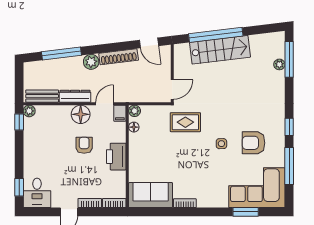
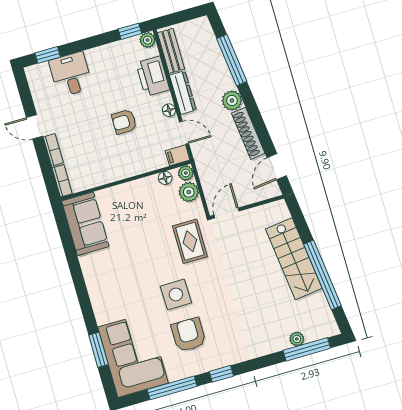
window: (216, 35) -> (322, 275), moved
door: (172, 89) -> (227, 213), swing flipped
plant: (149, 113) -> (189, 192), added
floor lamp: (81, 114) -> (169, 110), width x0.53, depth x0.53
side table: (221, 144) -> (176, 294), width x1.87, depth x1.87
armchair: (84, 145) -> (124, 122), turned 180
printer: (116, 157) -> (153, 76), moved, turned -90
desk: (37, 193) -> (71, 74), moved, turned 90
bookcase: (185, 203) -> (87, 270), removed

